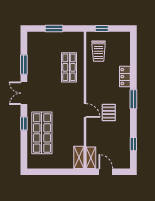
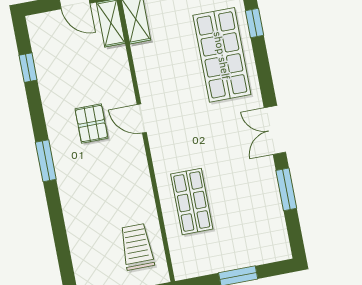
locker: (125, 77) -> (72, 204), removed
double door: (24, 93) -> (275, 130), swing flipped
window: (24, 123) -> (255, 23), moved

